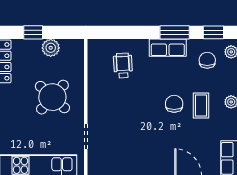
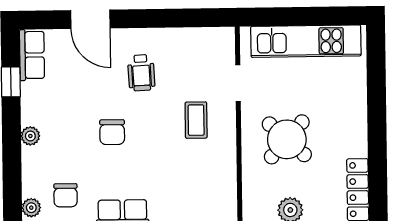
wheelchair: (123, 66) -> (141, 73), moved
coffee table: (201, 106) -> (196, 120), moved

